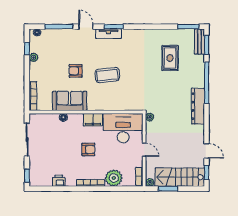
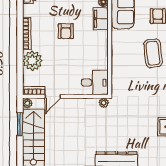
filing cabinet: (93, 120) -> (101, 19), moved
desk: (123, 128) -> (95, 83), width x0.53, depth x0.77
door: (144, 150) -> (53, 96), moved

